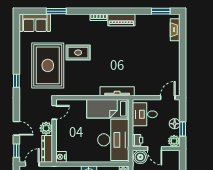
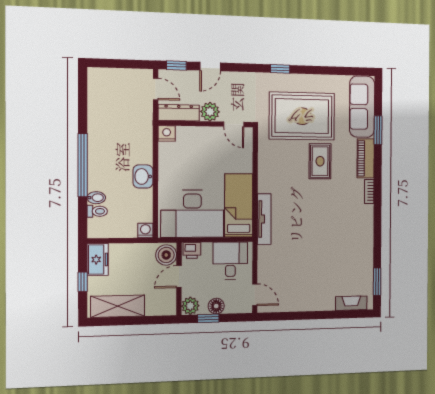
piano: (121, 20) -> (366, 158), moved
sofa: (35, 23) -> (362, 107), width x1.36

